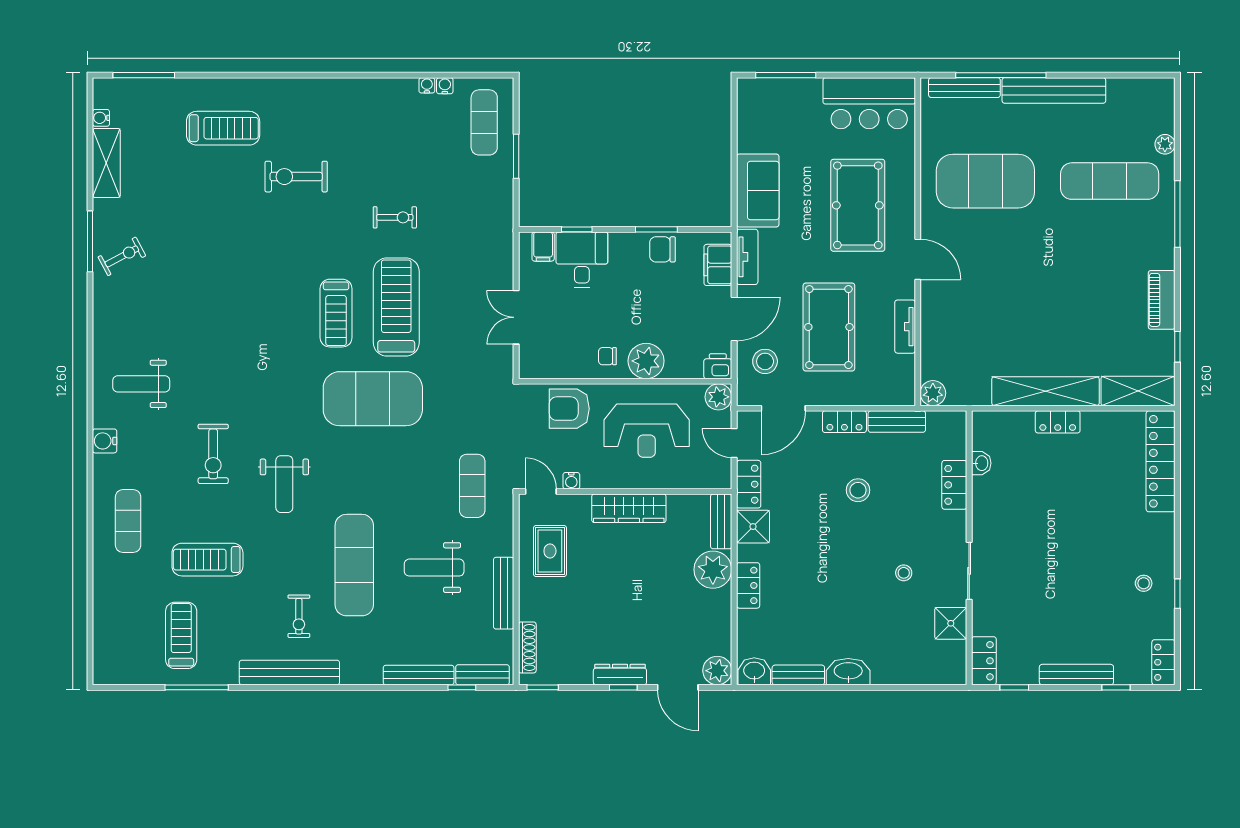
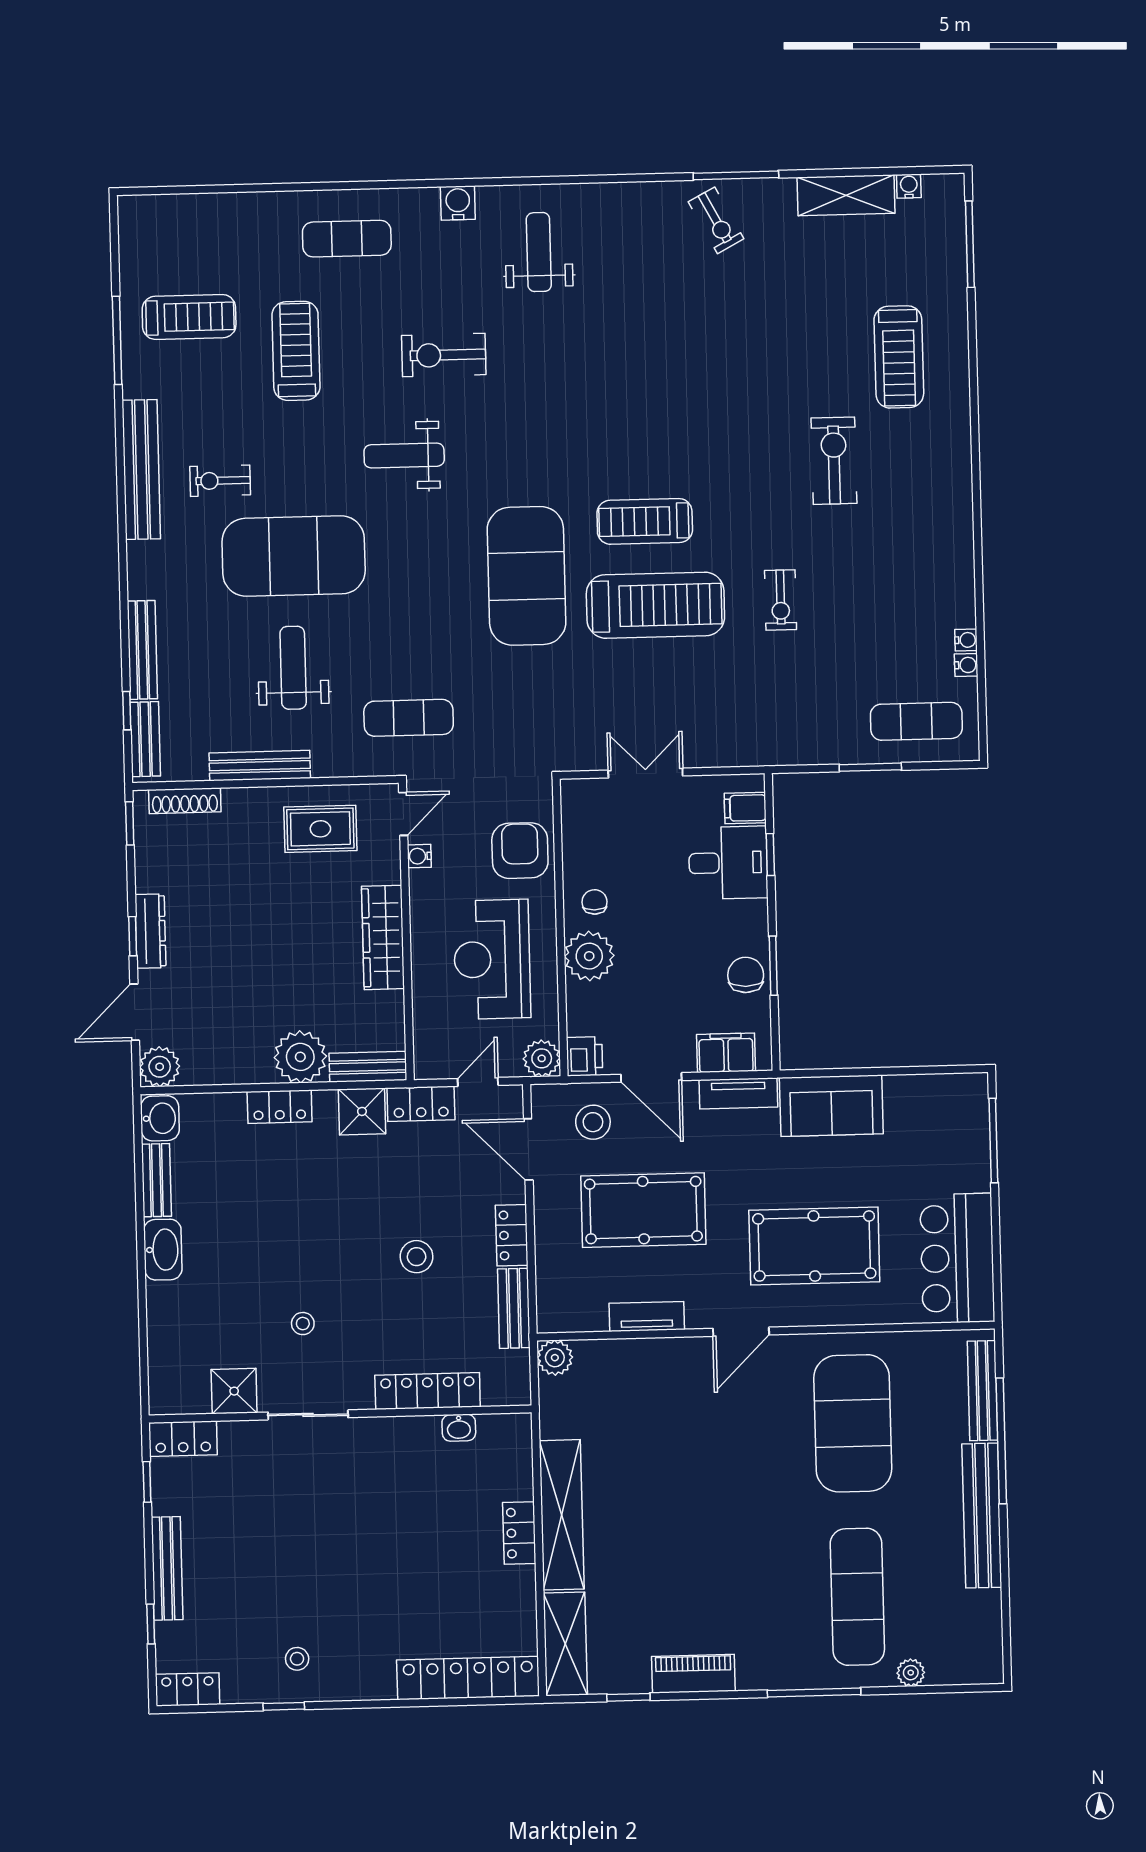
locker: (954, 485) -> (428, 1391), width x1.53
exercise mat: (354, 565) -> (294, 556), width x1.47

